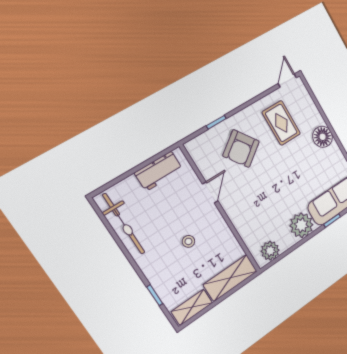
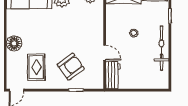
workbench: (159, 171) -> (113, 75), moved, turned 90
door: (210, 192) -> (105, 53), swing flipped
bicycle: (124, 224) -> (162, 48), moved

